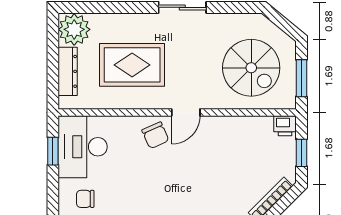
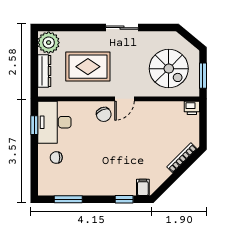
window: (301, 153) -> (203, 126), removed

